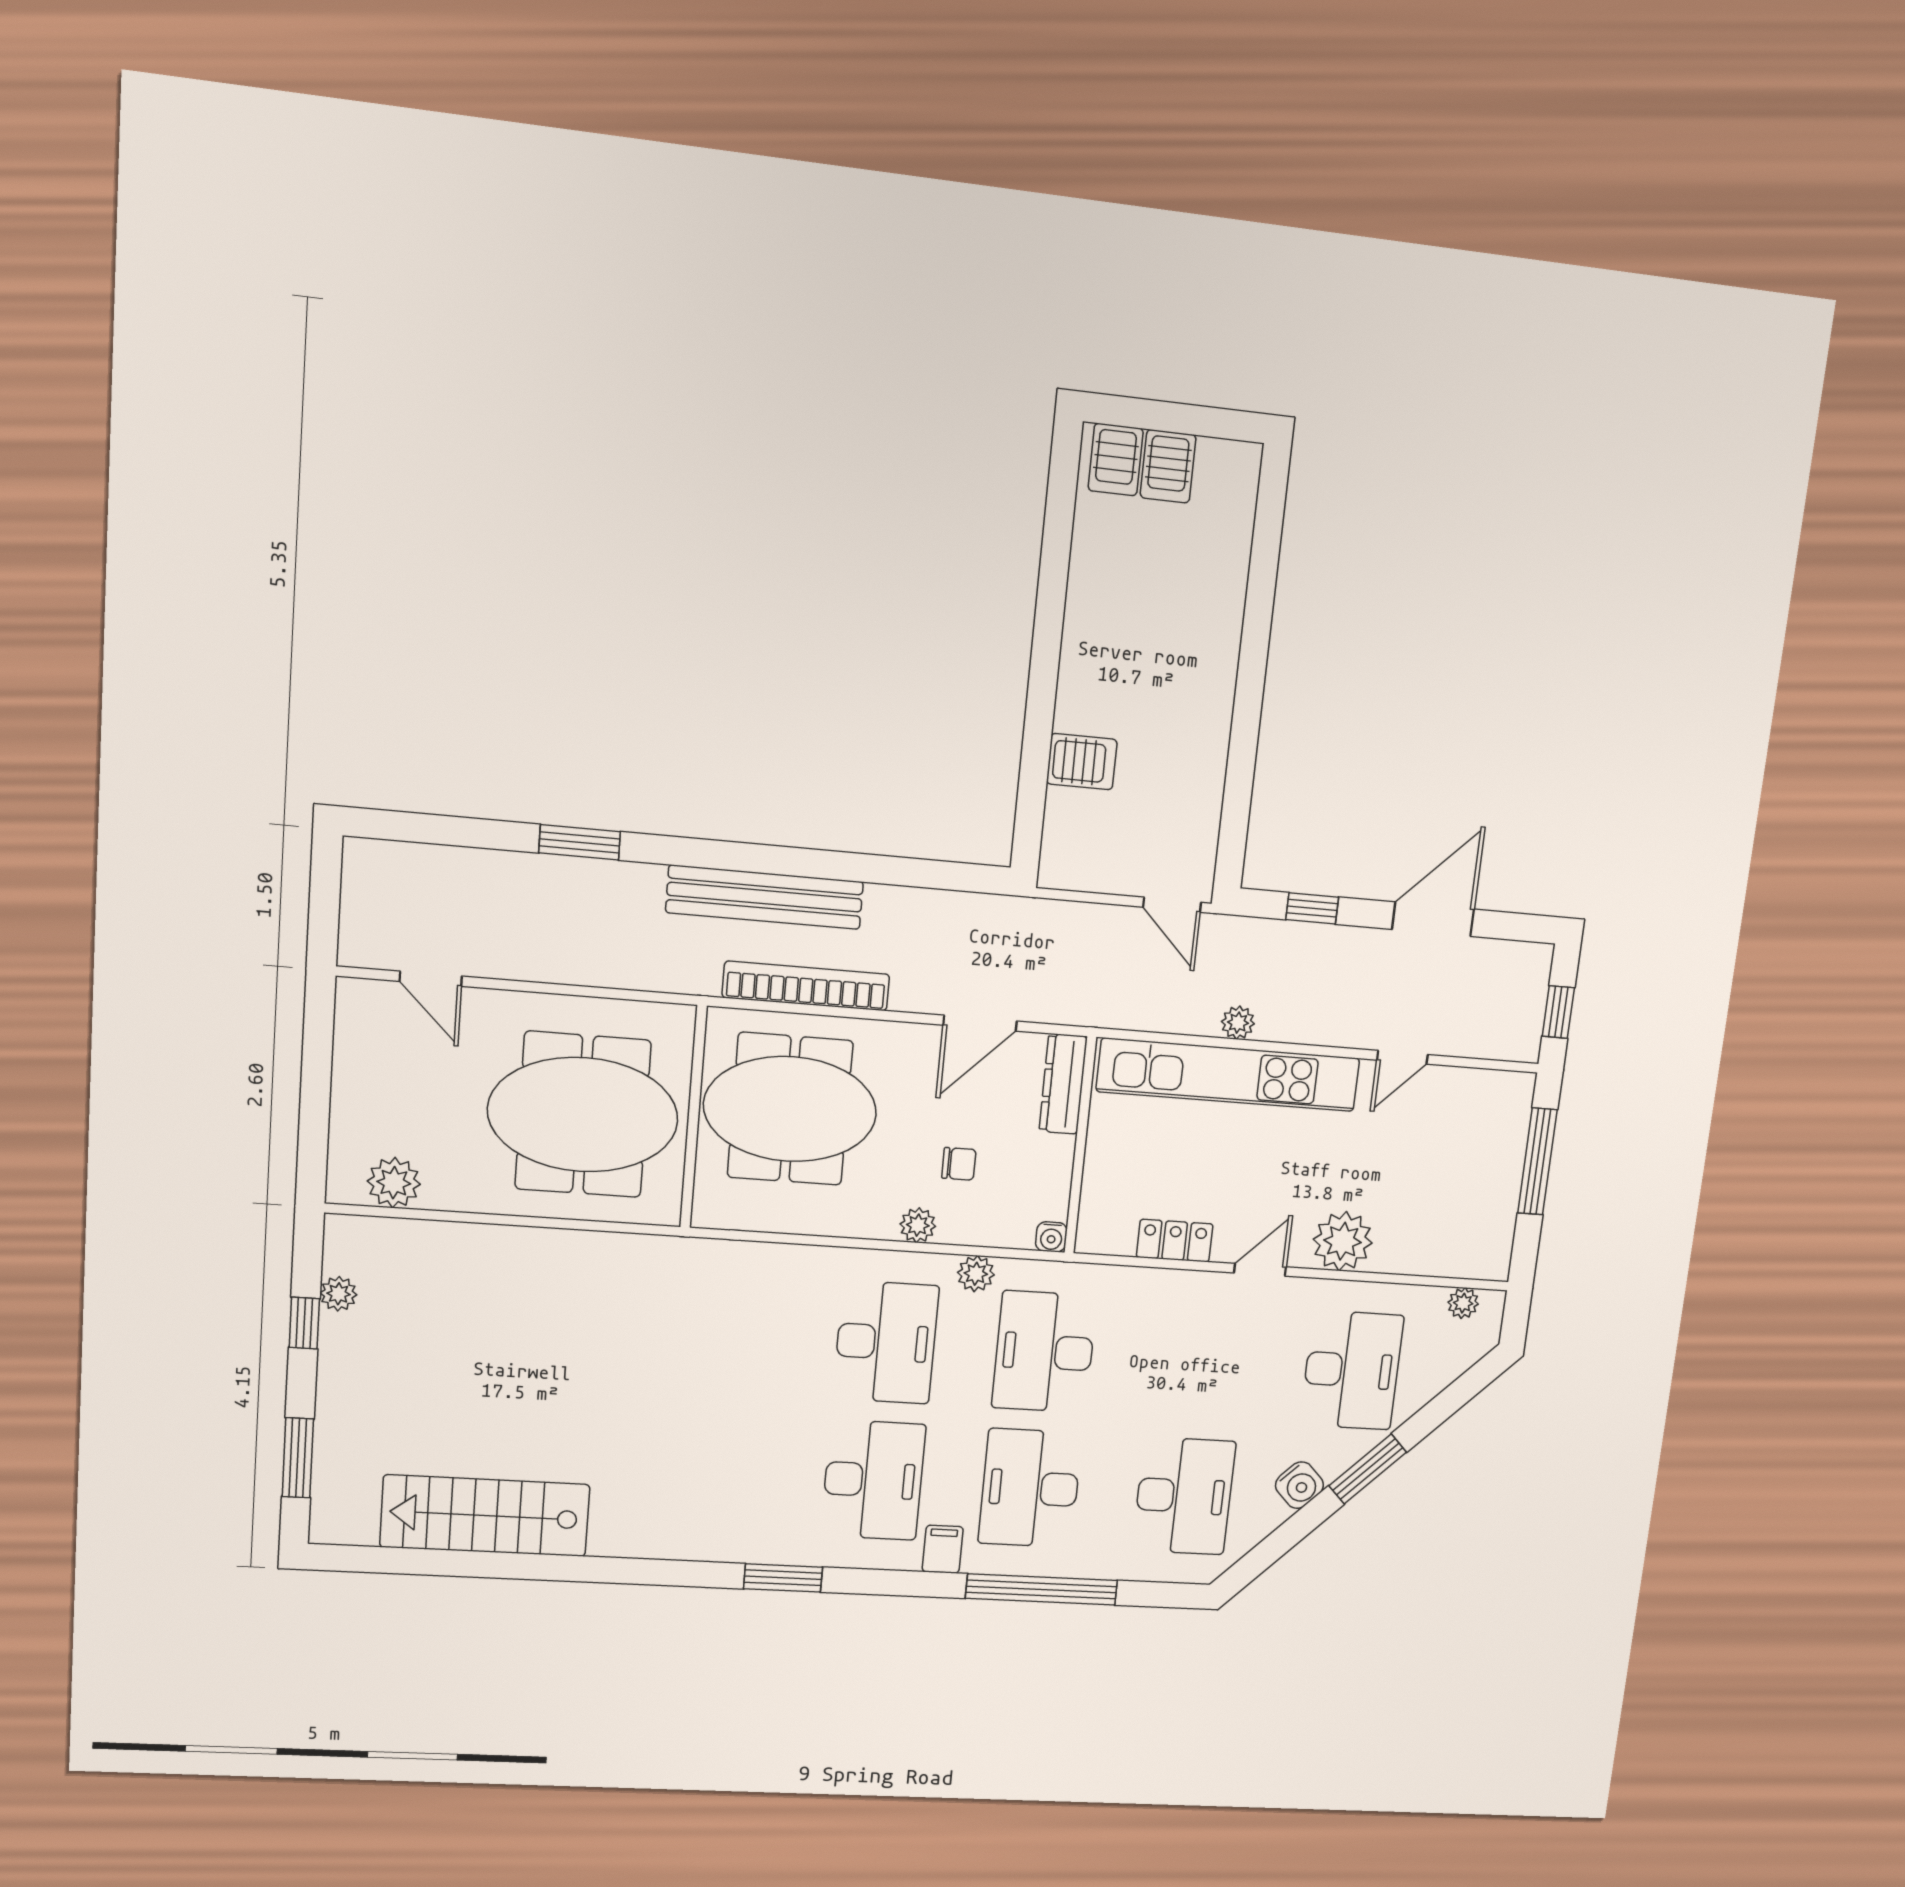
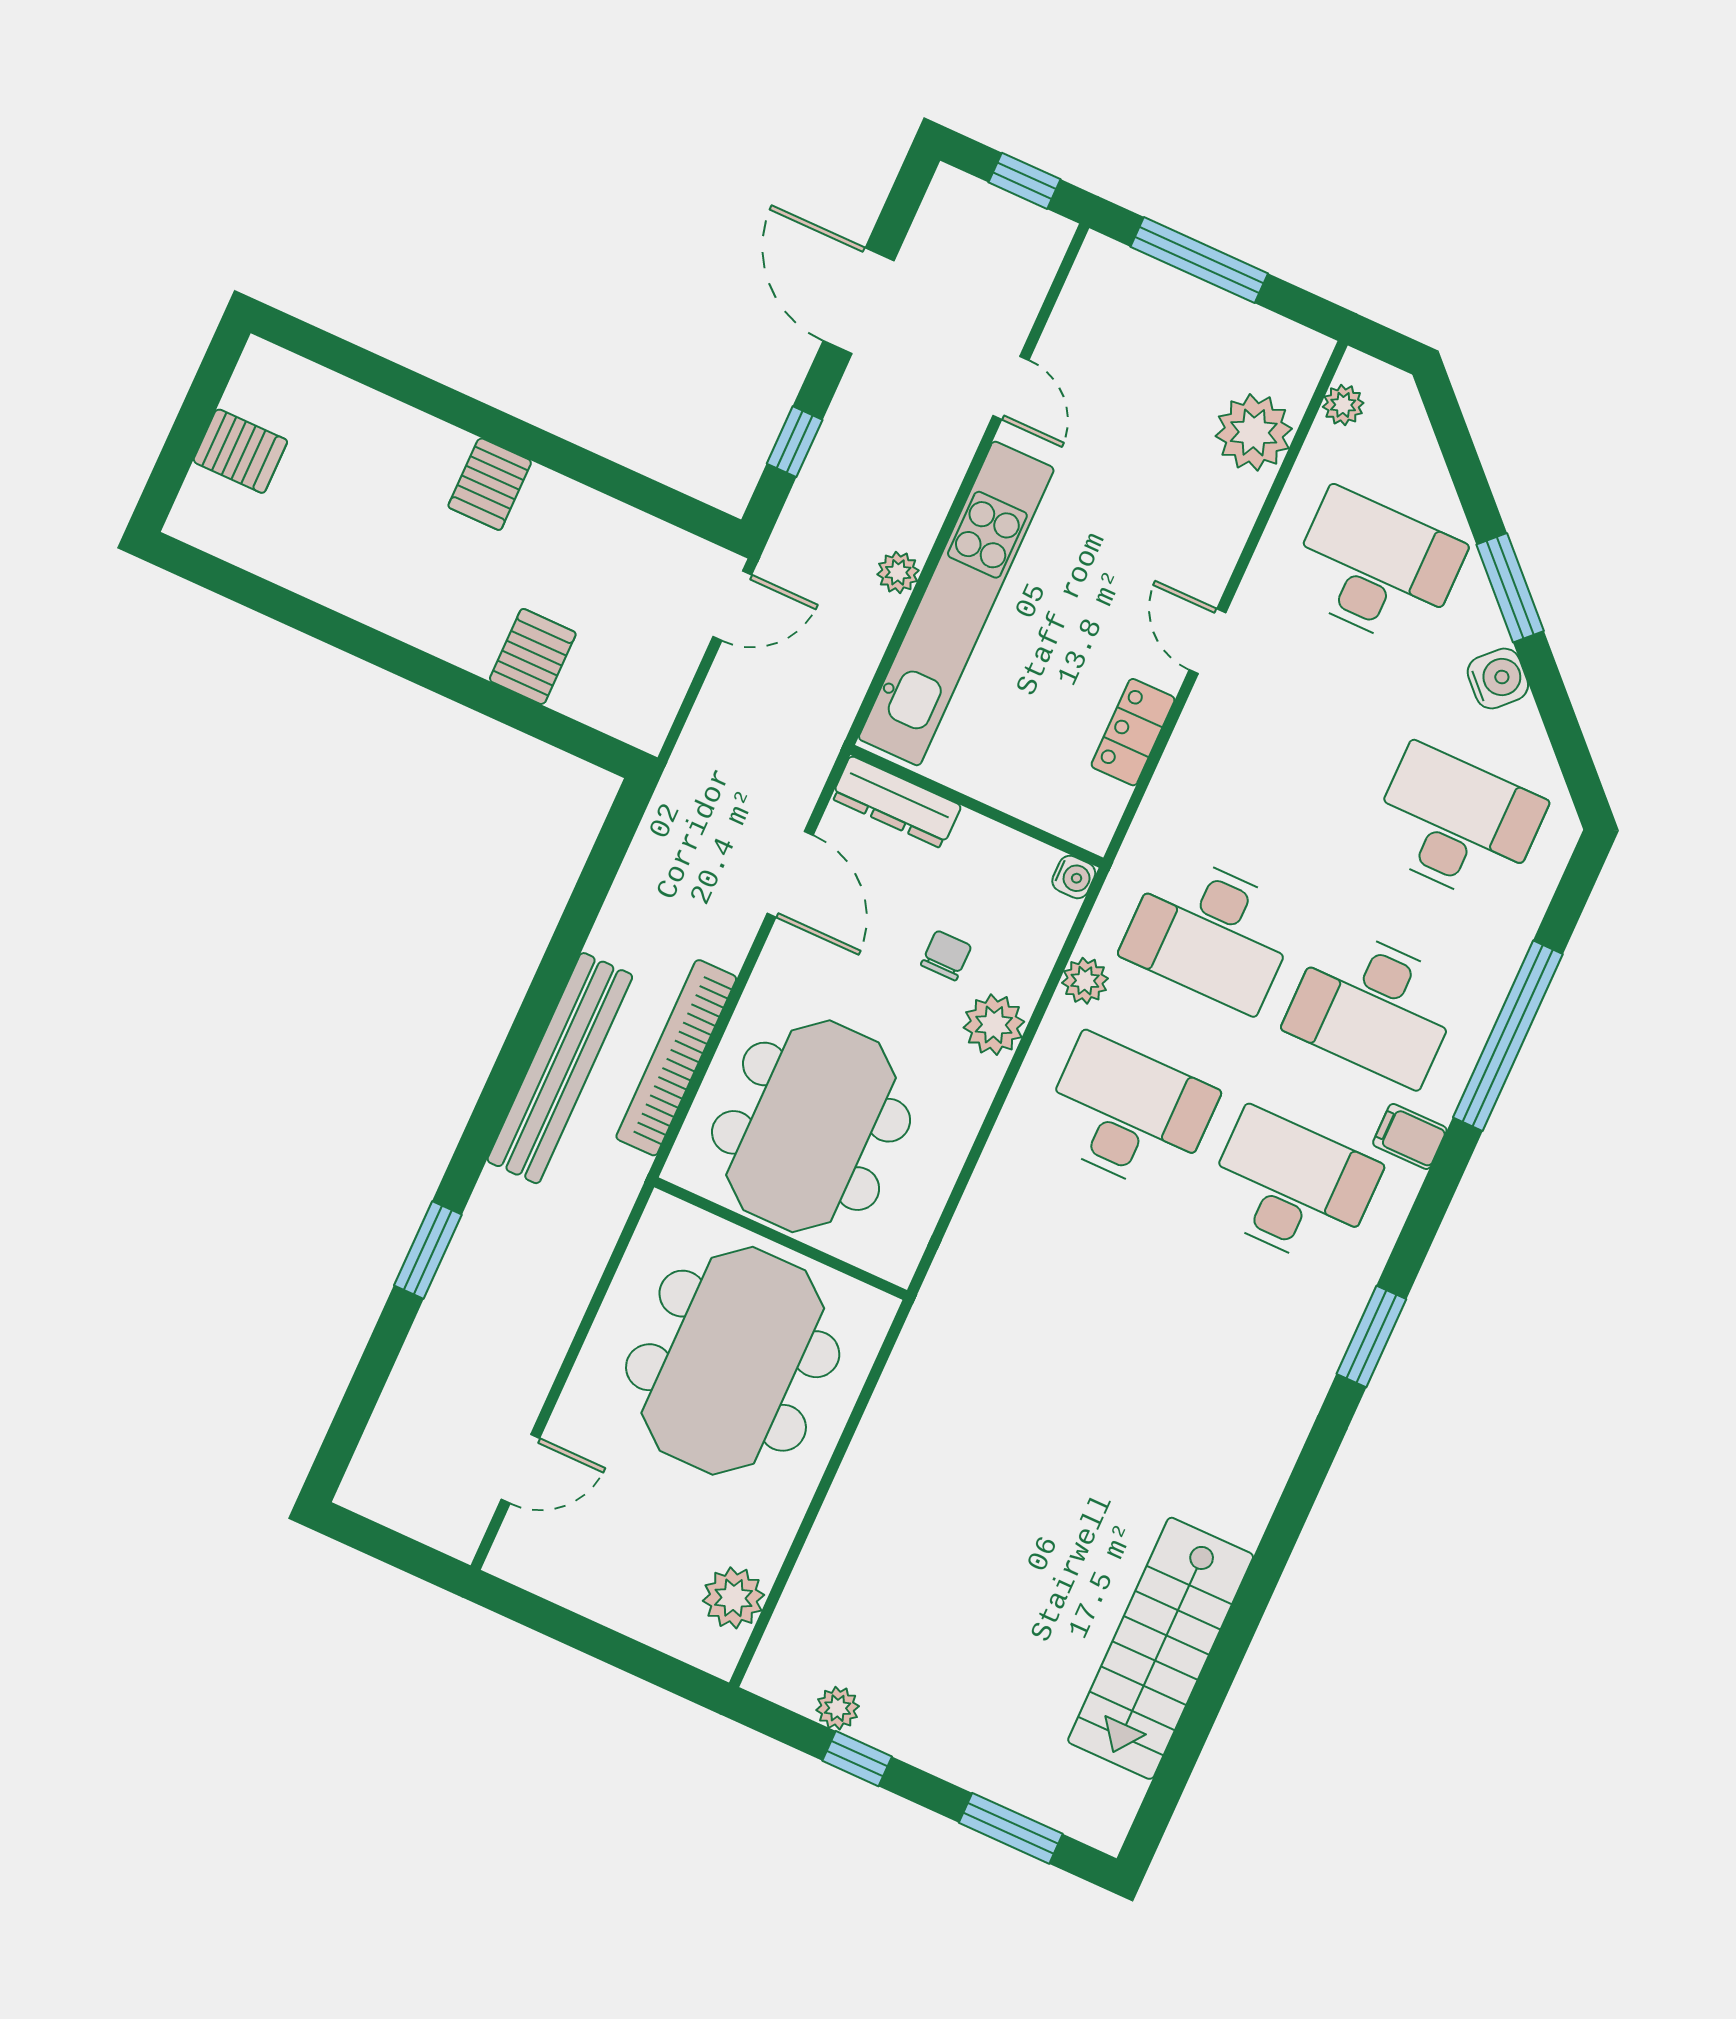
server rack: (1116, 460) -> (490, 484), moved, turned 90
plant: (918, 1225) -> (994, 1025), width x1.38, depth x1.38
plant: (1343, 1241) -> (1254, 432), moved

